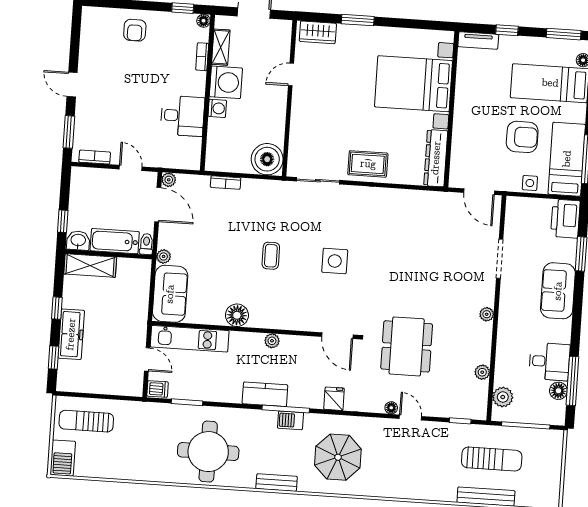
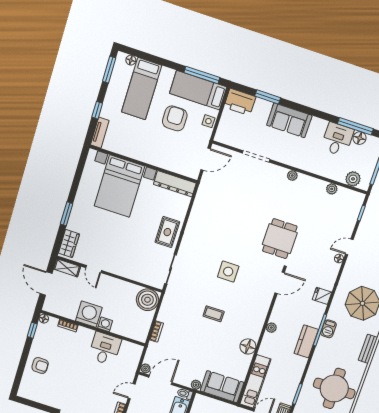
shelving: (221, 47) -> (67, 268), moved
dining table: (407, 346) -> (280, 239), moved, width x0.73

